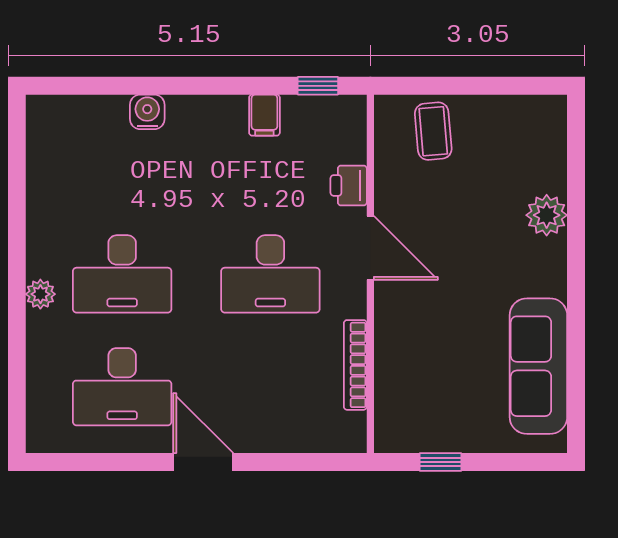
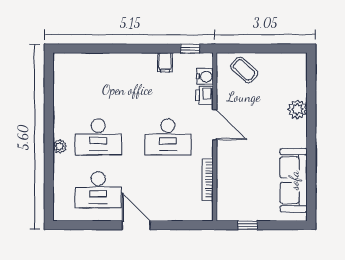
water cooler: (147, 112) -> (205, 77), moved, turned 90
coffee table: (433, 131) -> (244, 70), turned -43

